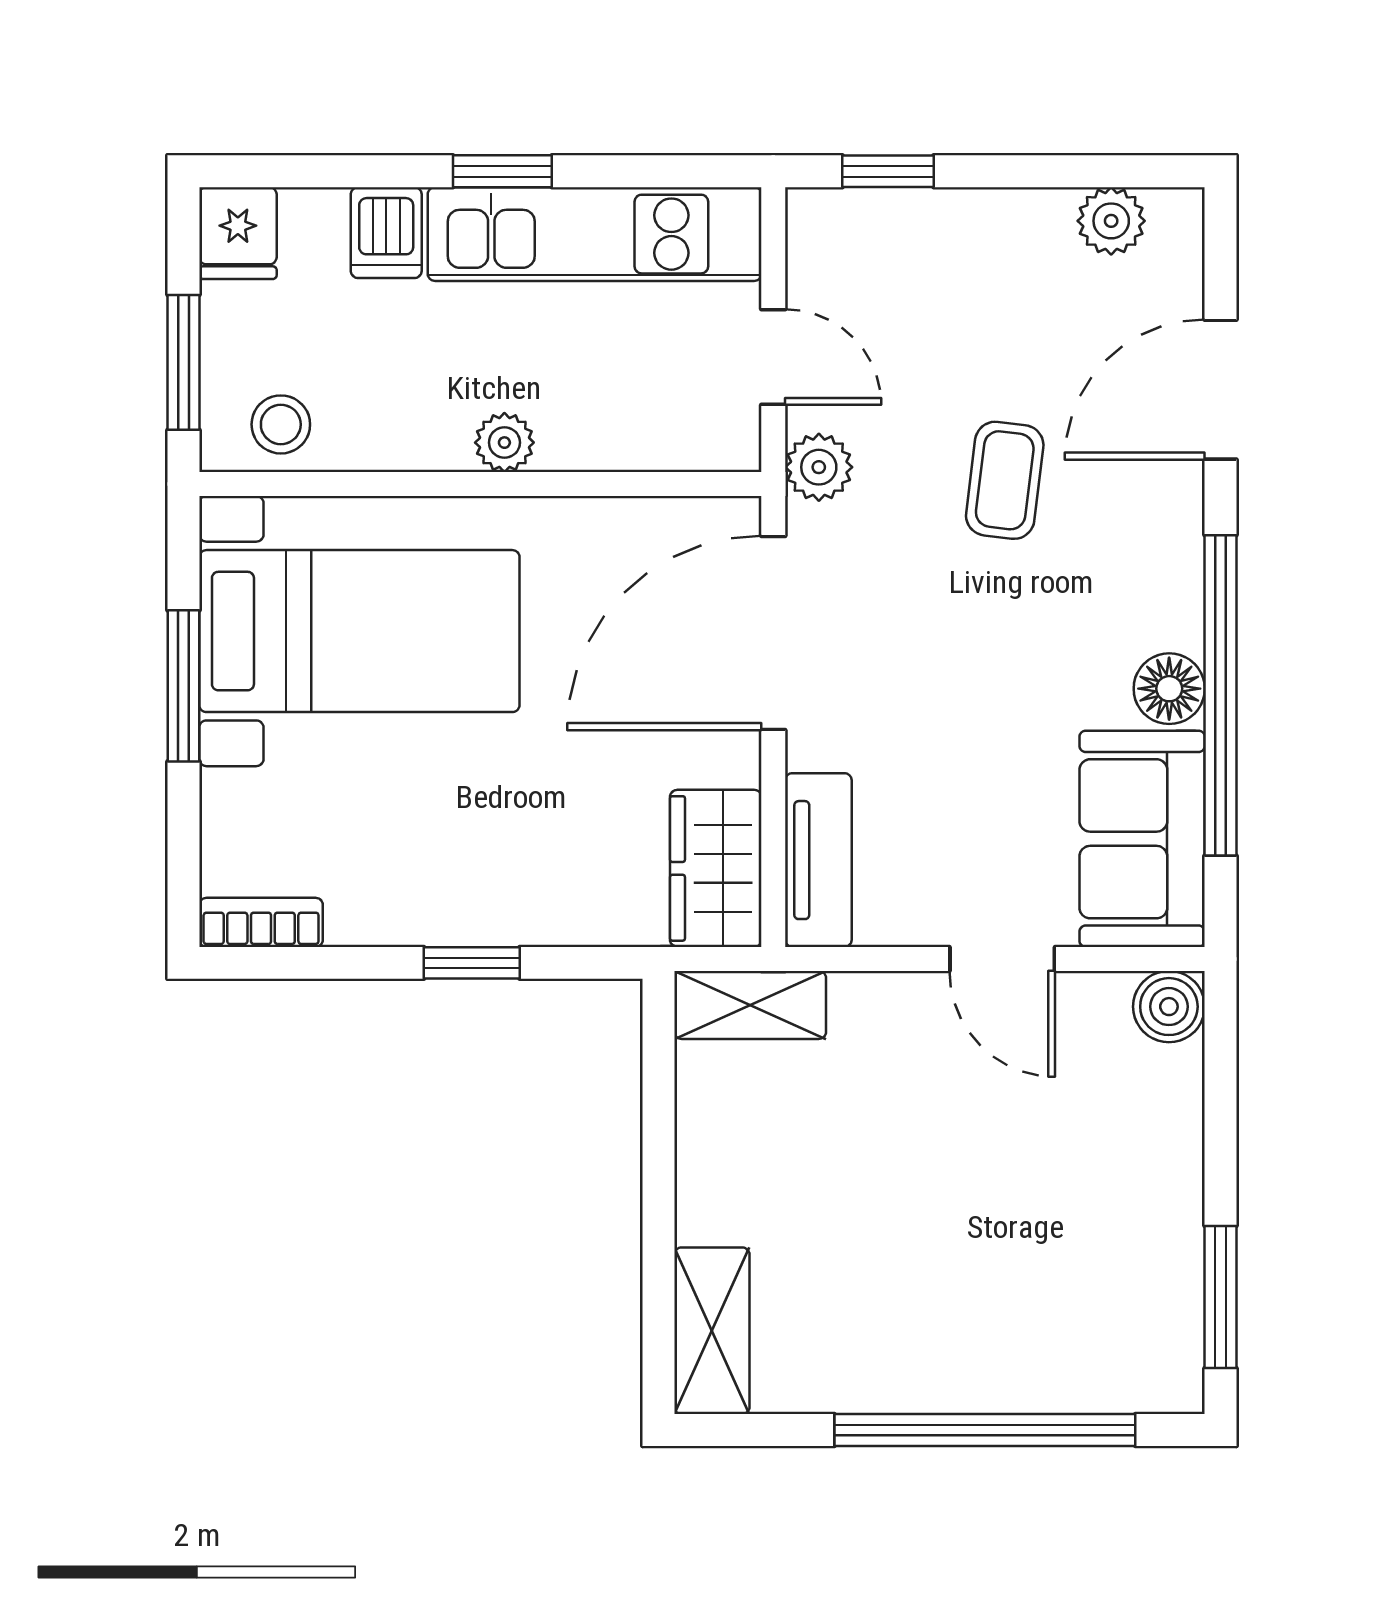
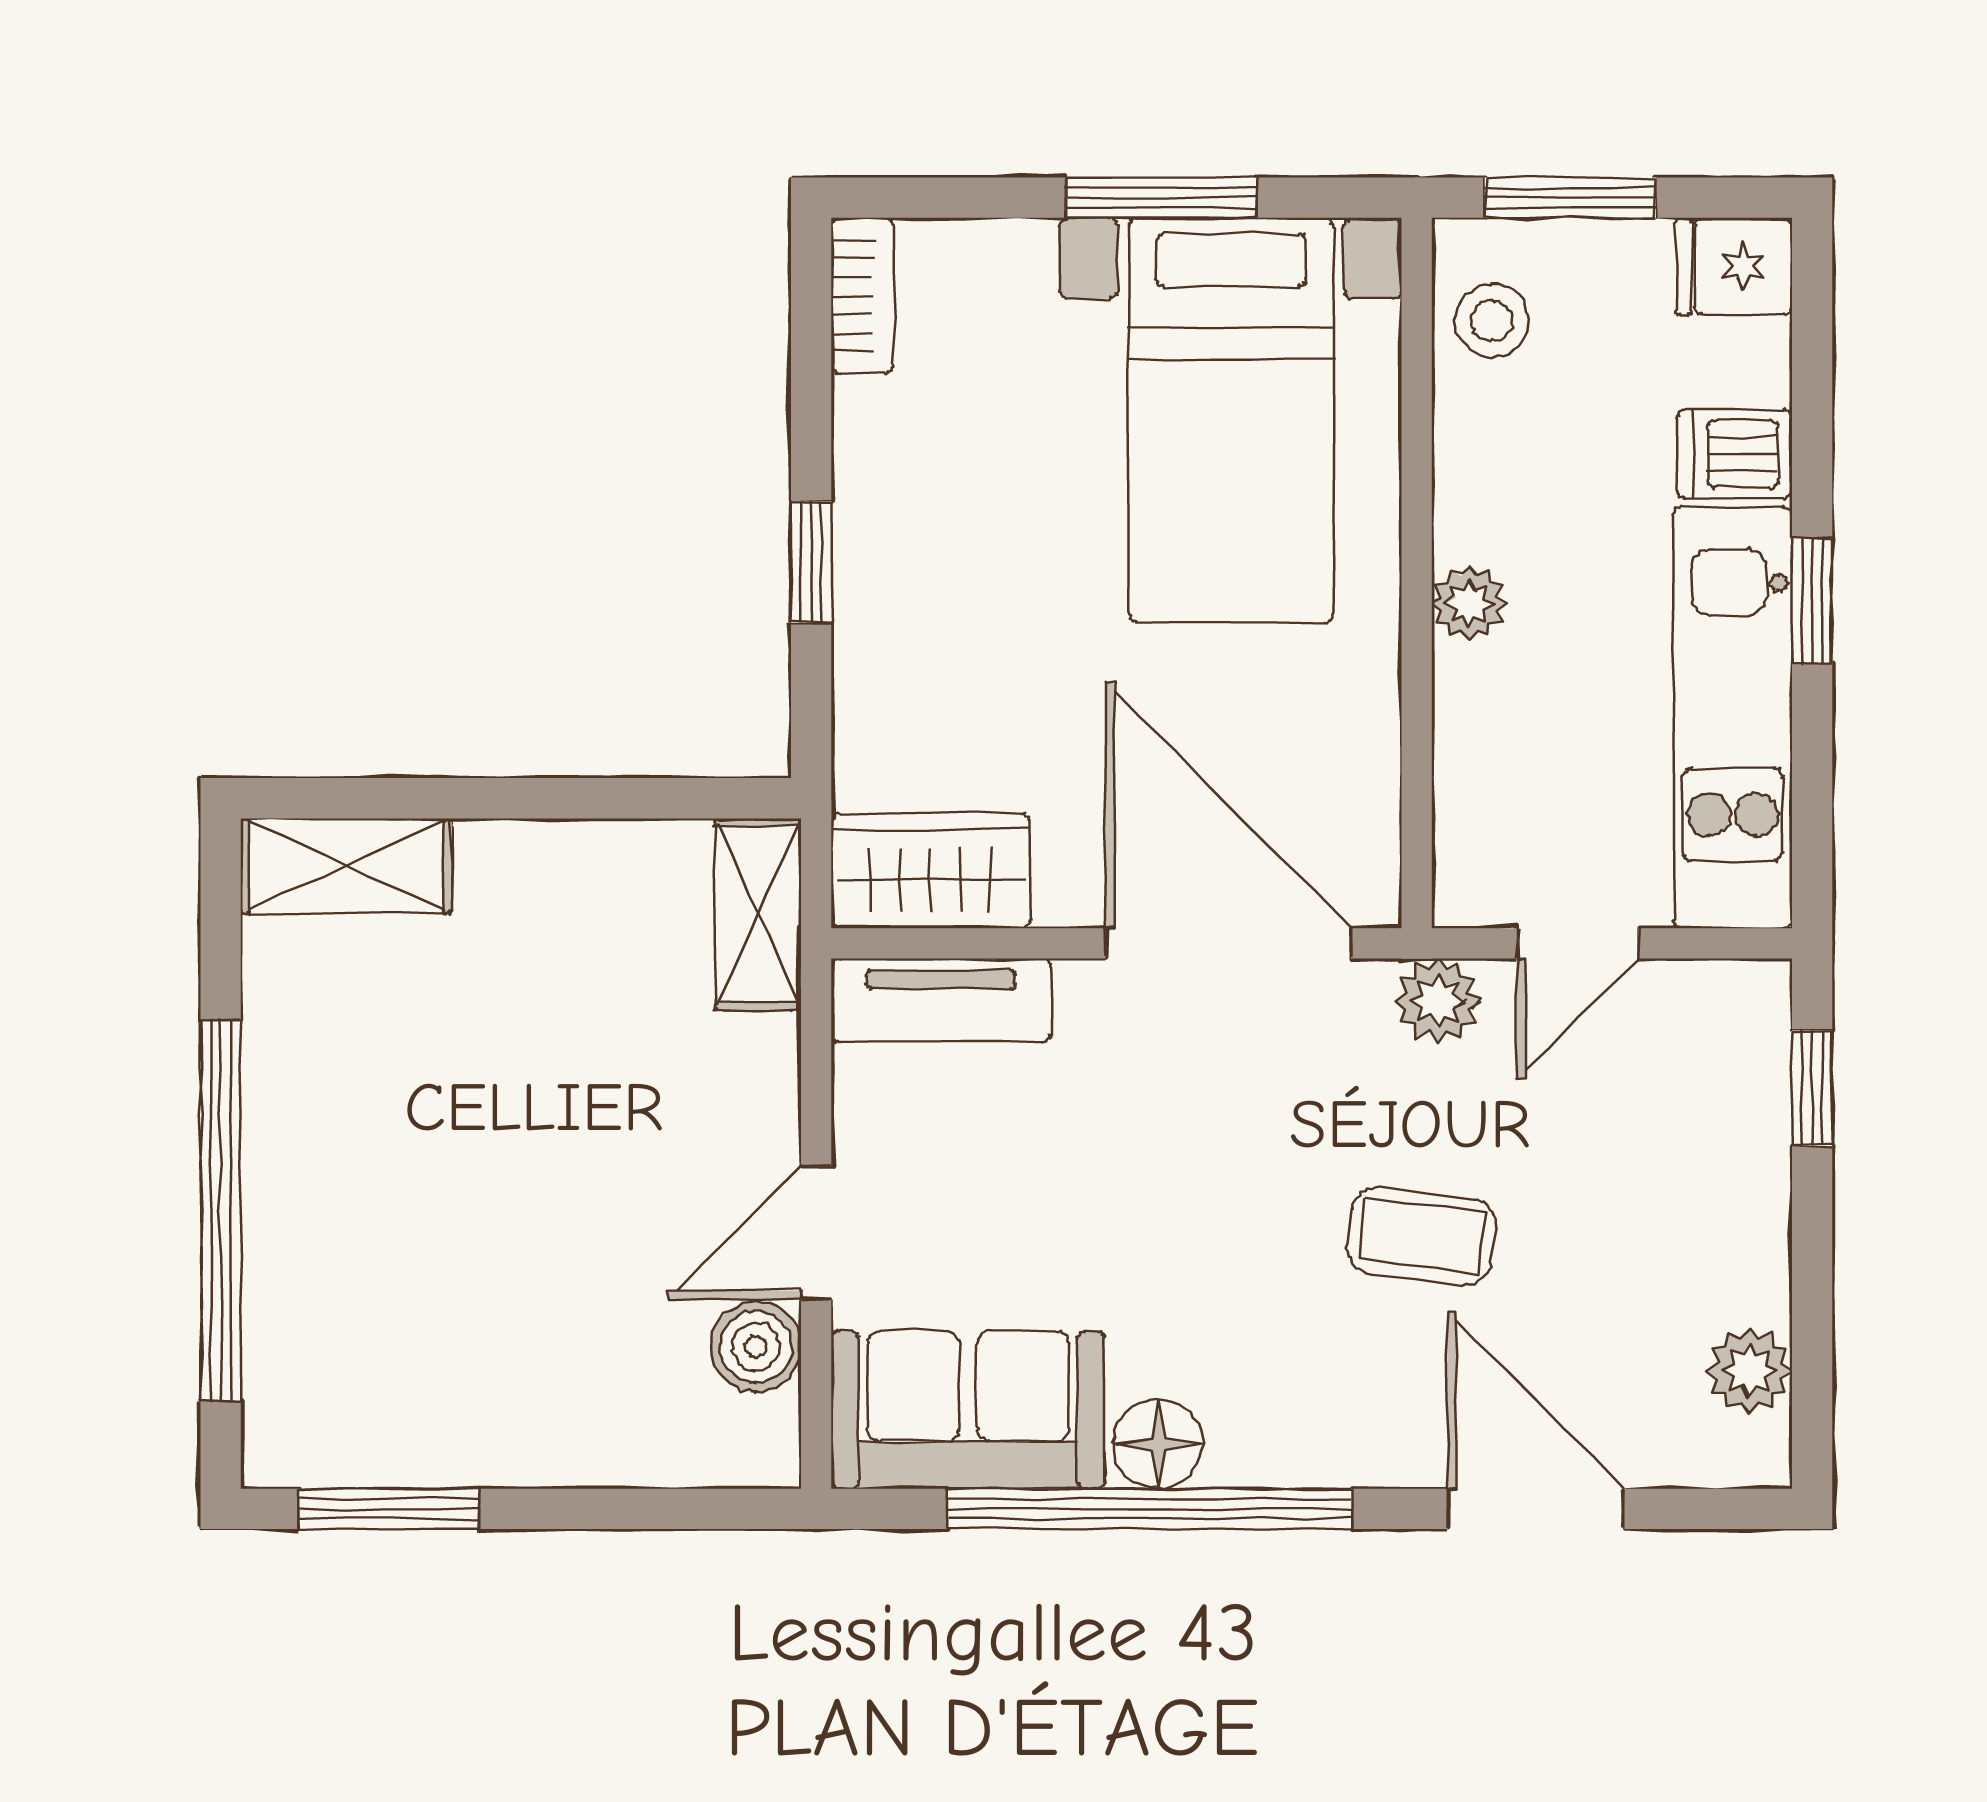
boiler: (1169, 1007) -> (756, 1347), moved

